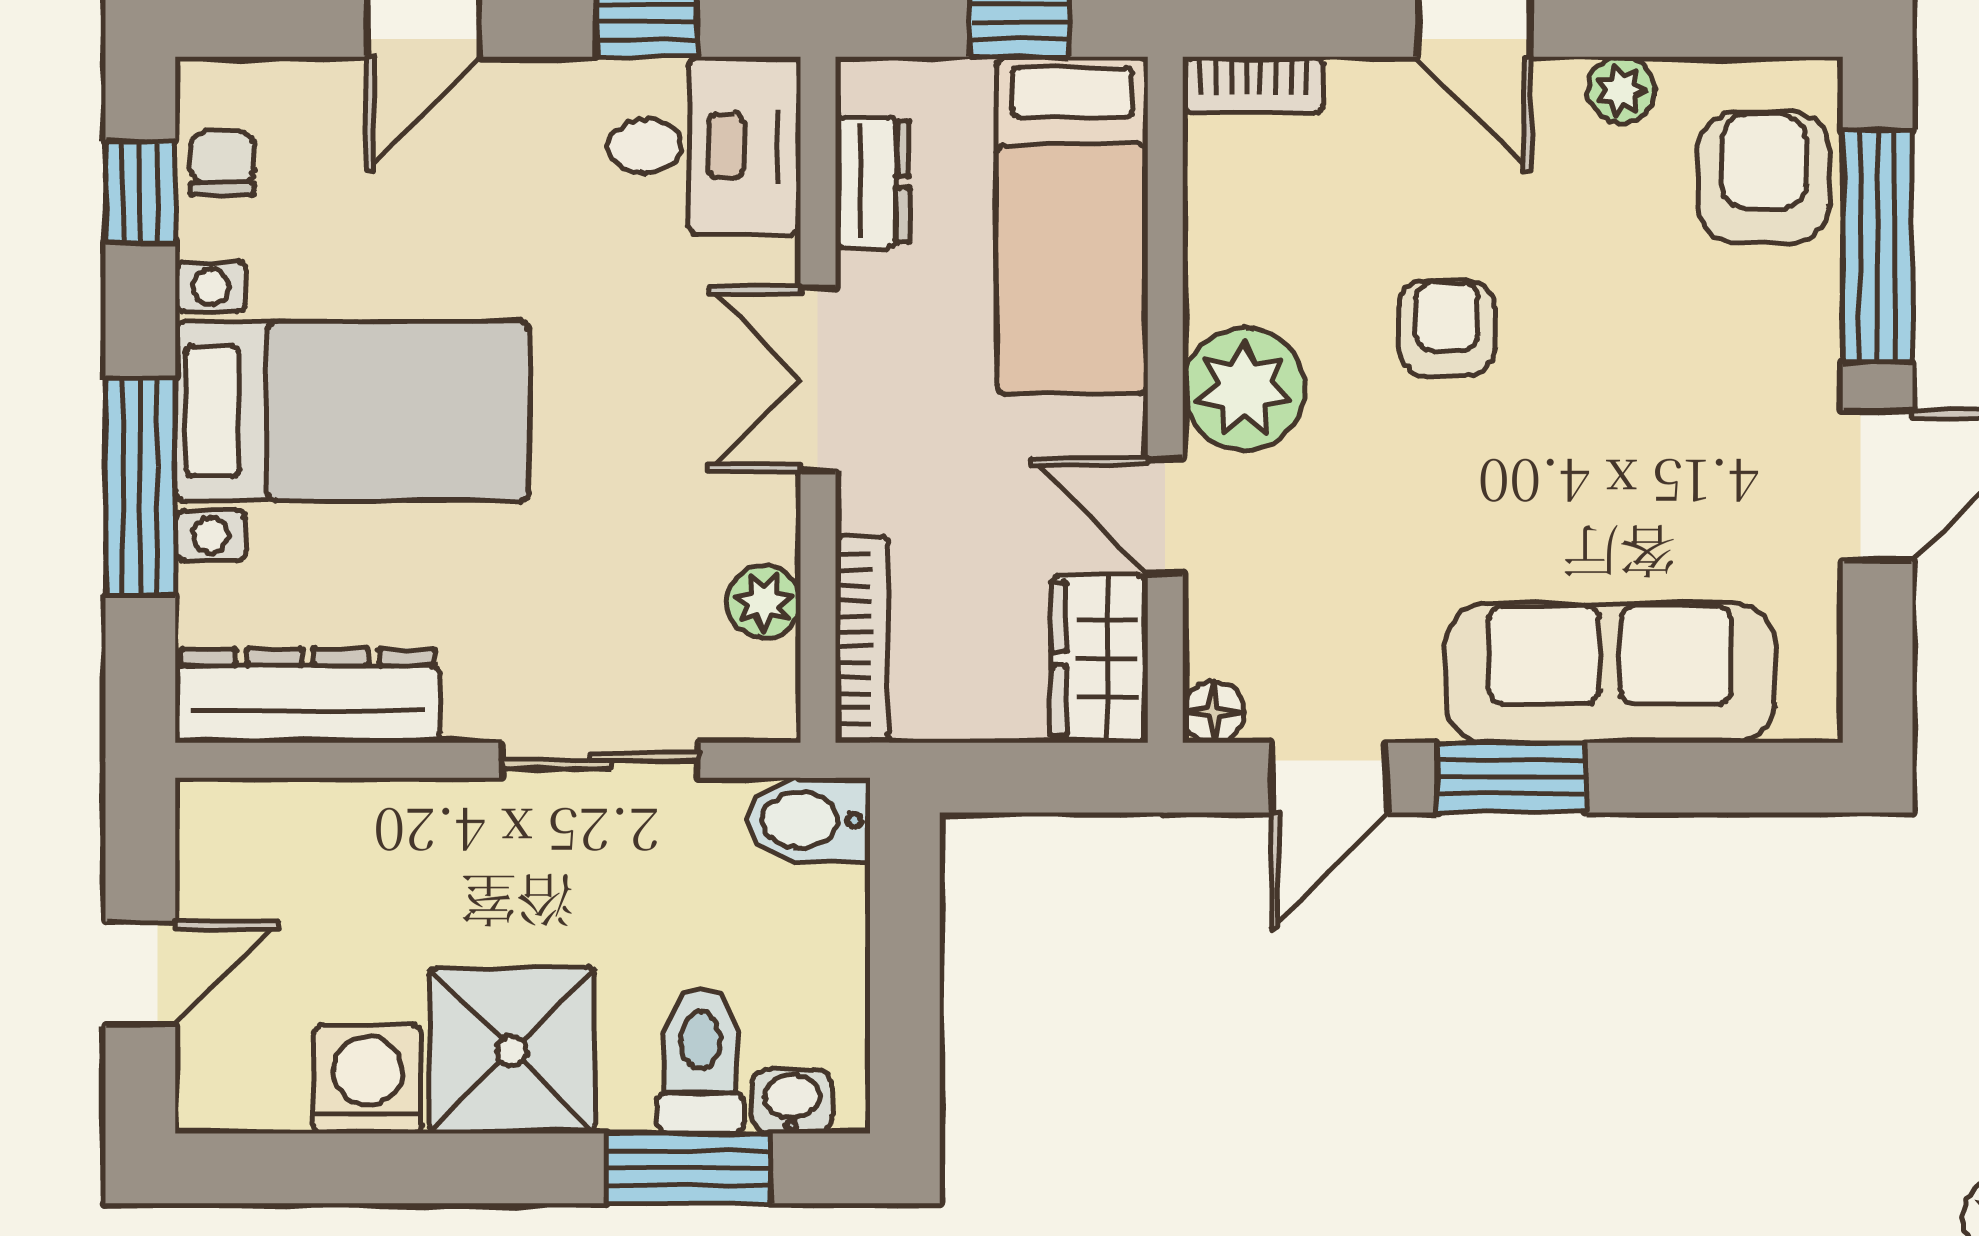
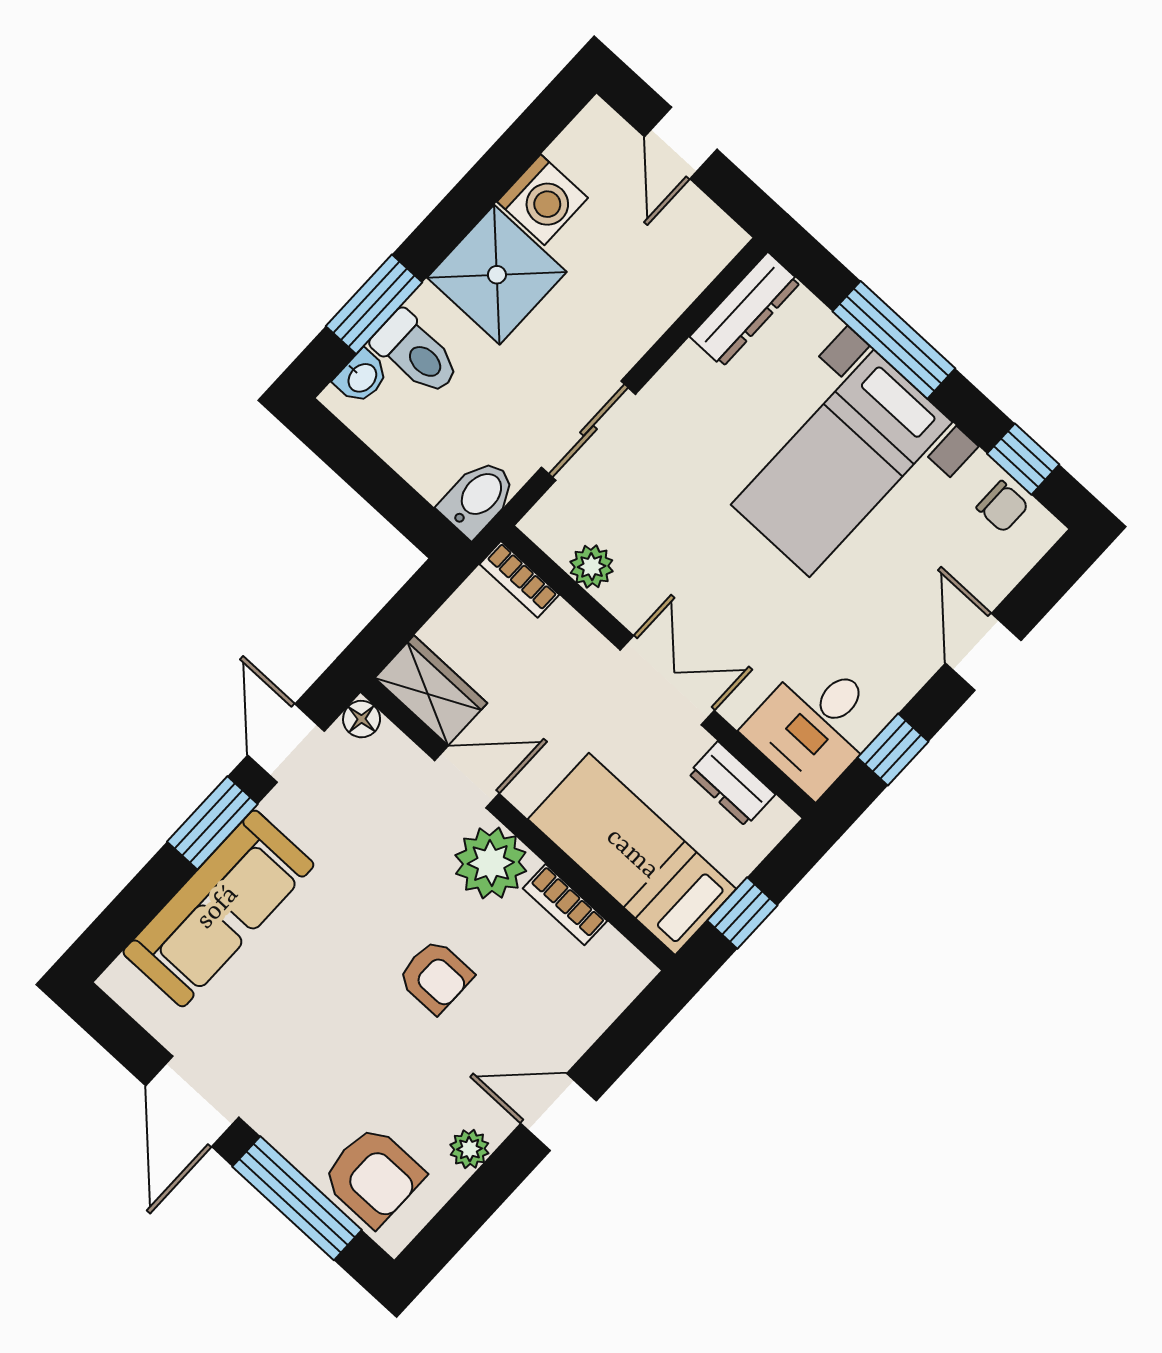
bookcase: (1253, 85) -> (565, 905), moved, turned -90
bookcase: (862, 639) -> (519, 579), width x0.64
dresser: (308, 696) -> (745, 309), width x0.73, depth x0.80

